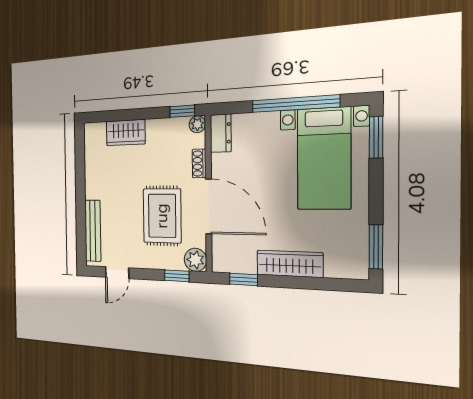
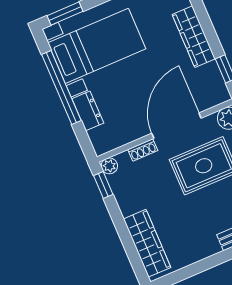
wardrobe: (126, 133) -> (147, 243), width x1.50
dresser: (221, 133) -> (88, 111), moved, turned 90

